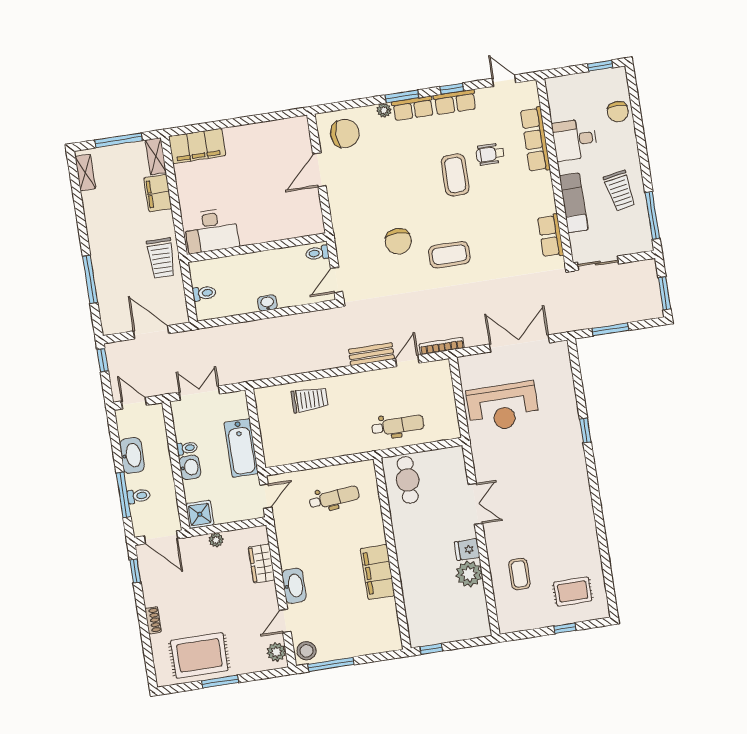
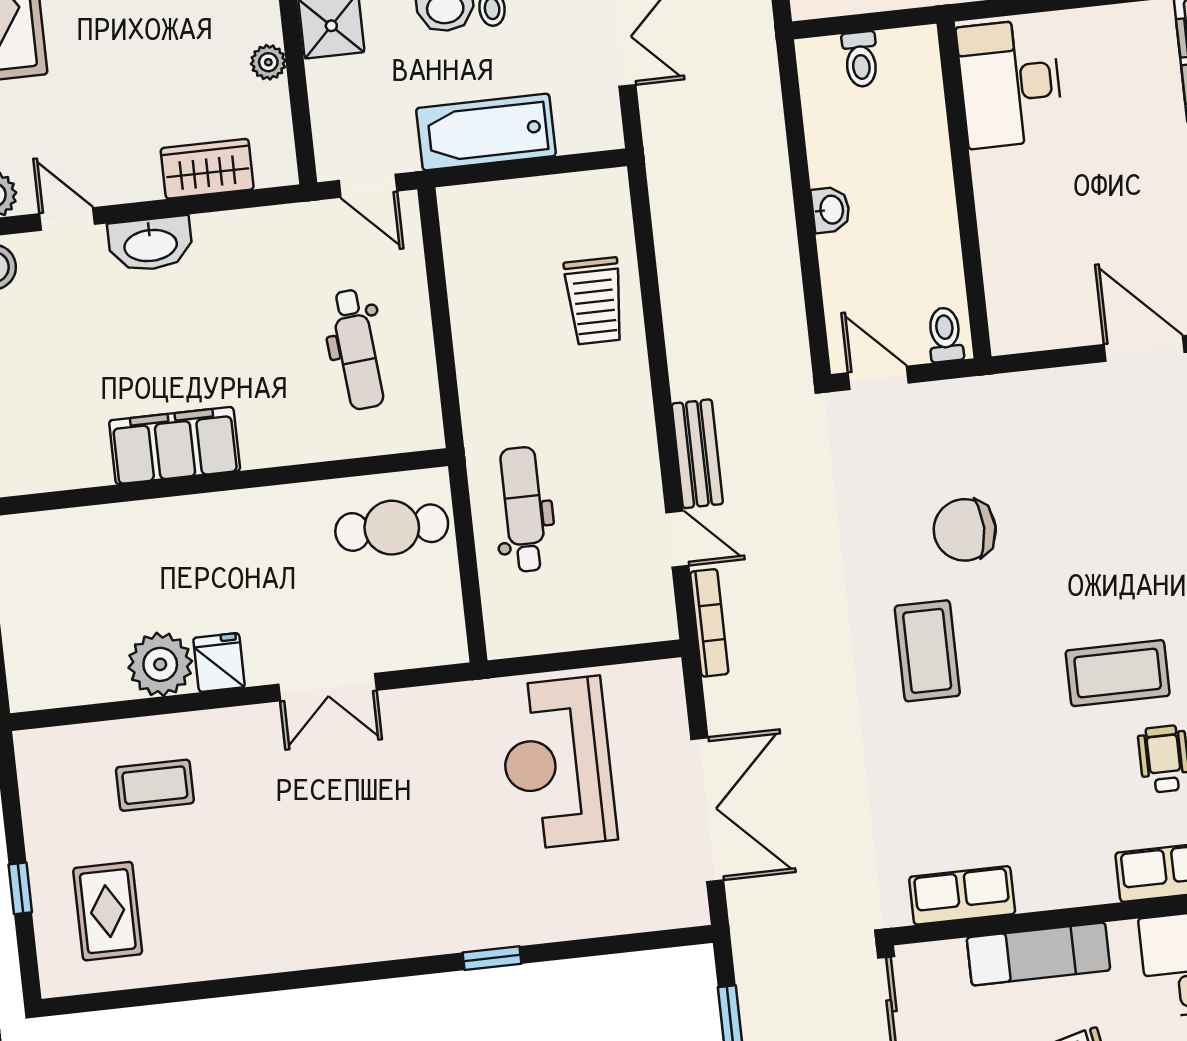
dental chair: (398, 426) -> (523, 509), turned 180

